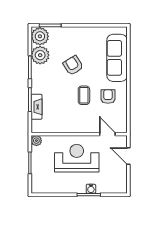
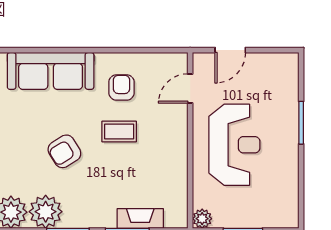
armchair: (108, 97) -> (122, 87), turned 90
reception desk: (77, 158) -> (234, 145), turned 180
water cooler: (91, 189) -> (290, 119), removed

